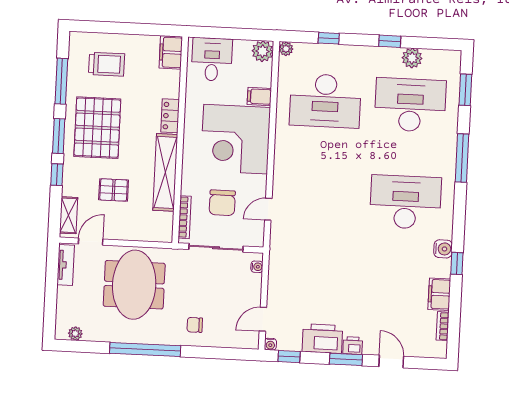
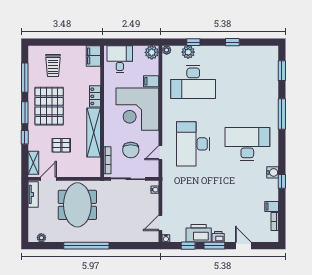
plant: (412, 58) -> (188, 52), moved
trolley: (107, 64) -> (53, 65), turned 90
desk: (410, 105) -> (193, 144), moved, turned -90
filing cabinet: (439, 294) -> (272, 206), width x0.50
chair: (195, 325) -> (117, 229), removed
window: (289, 357) -> (188, 246), moved

